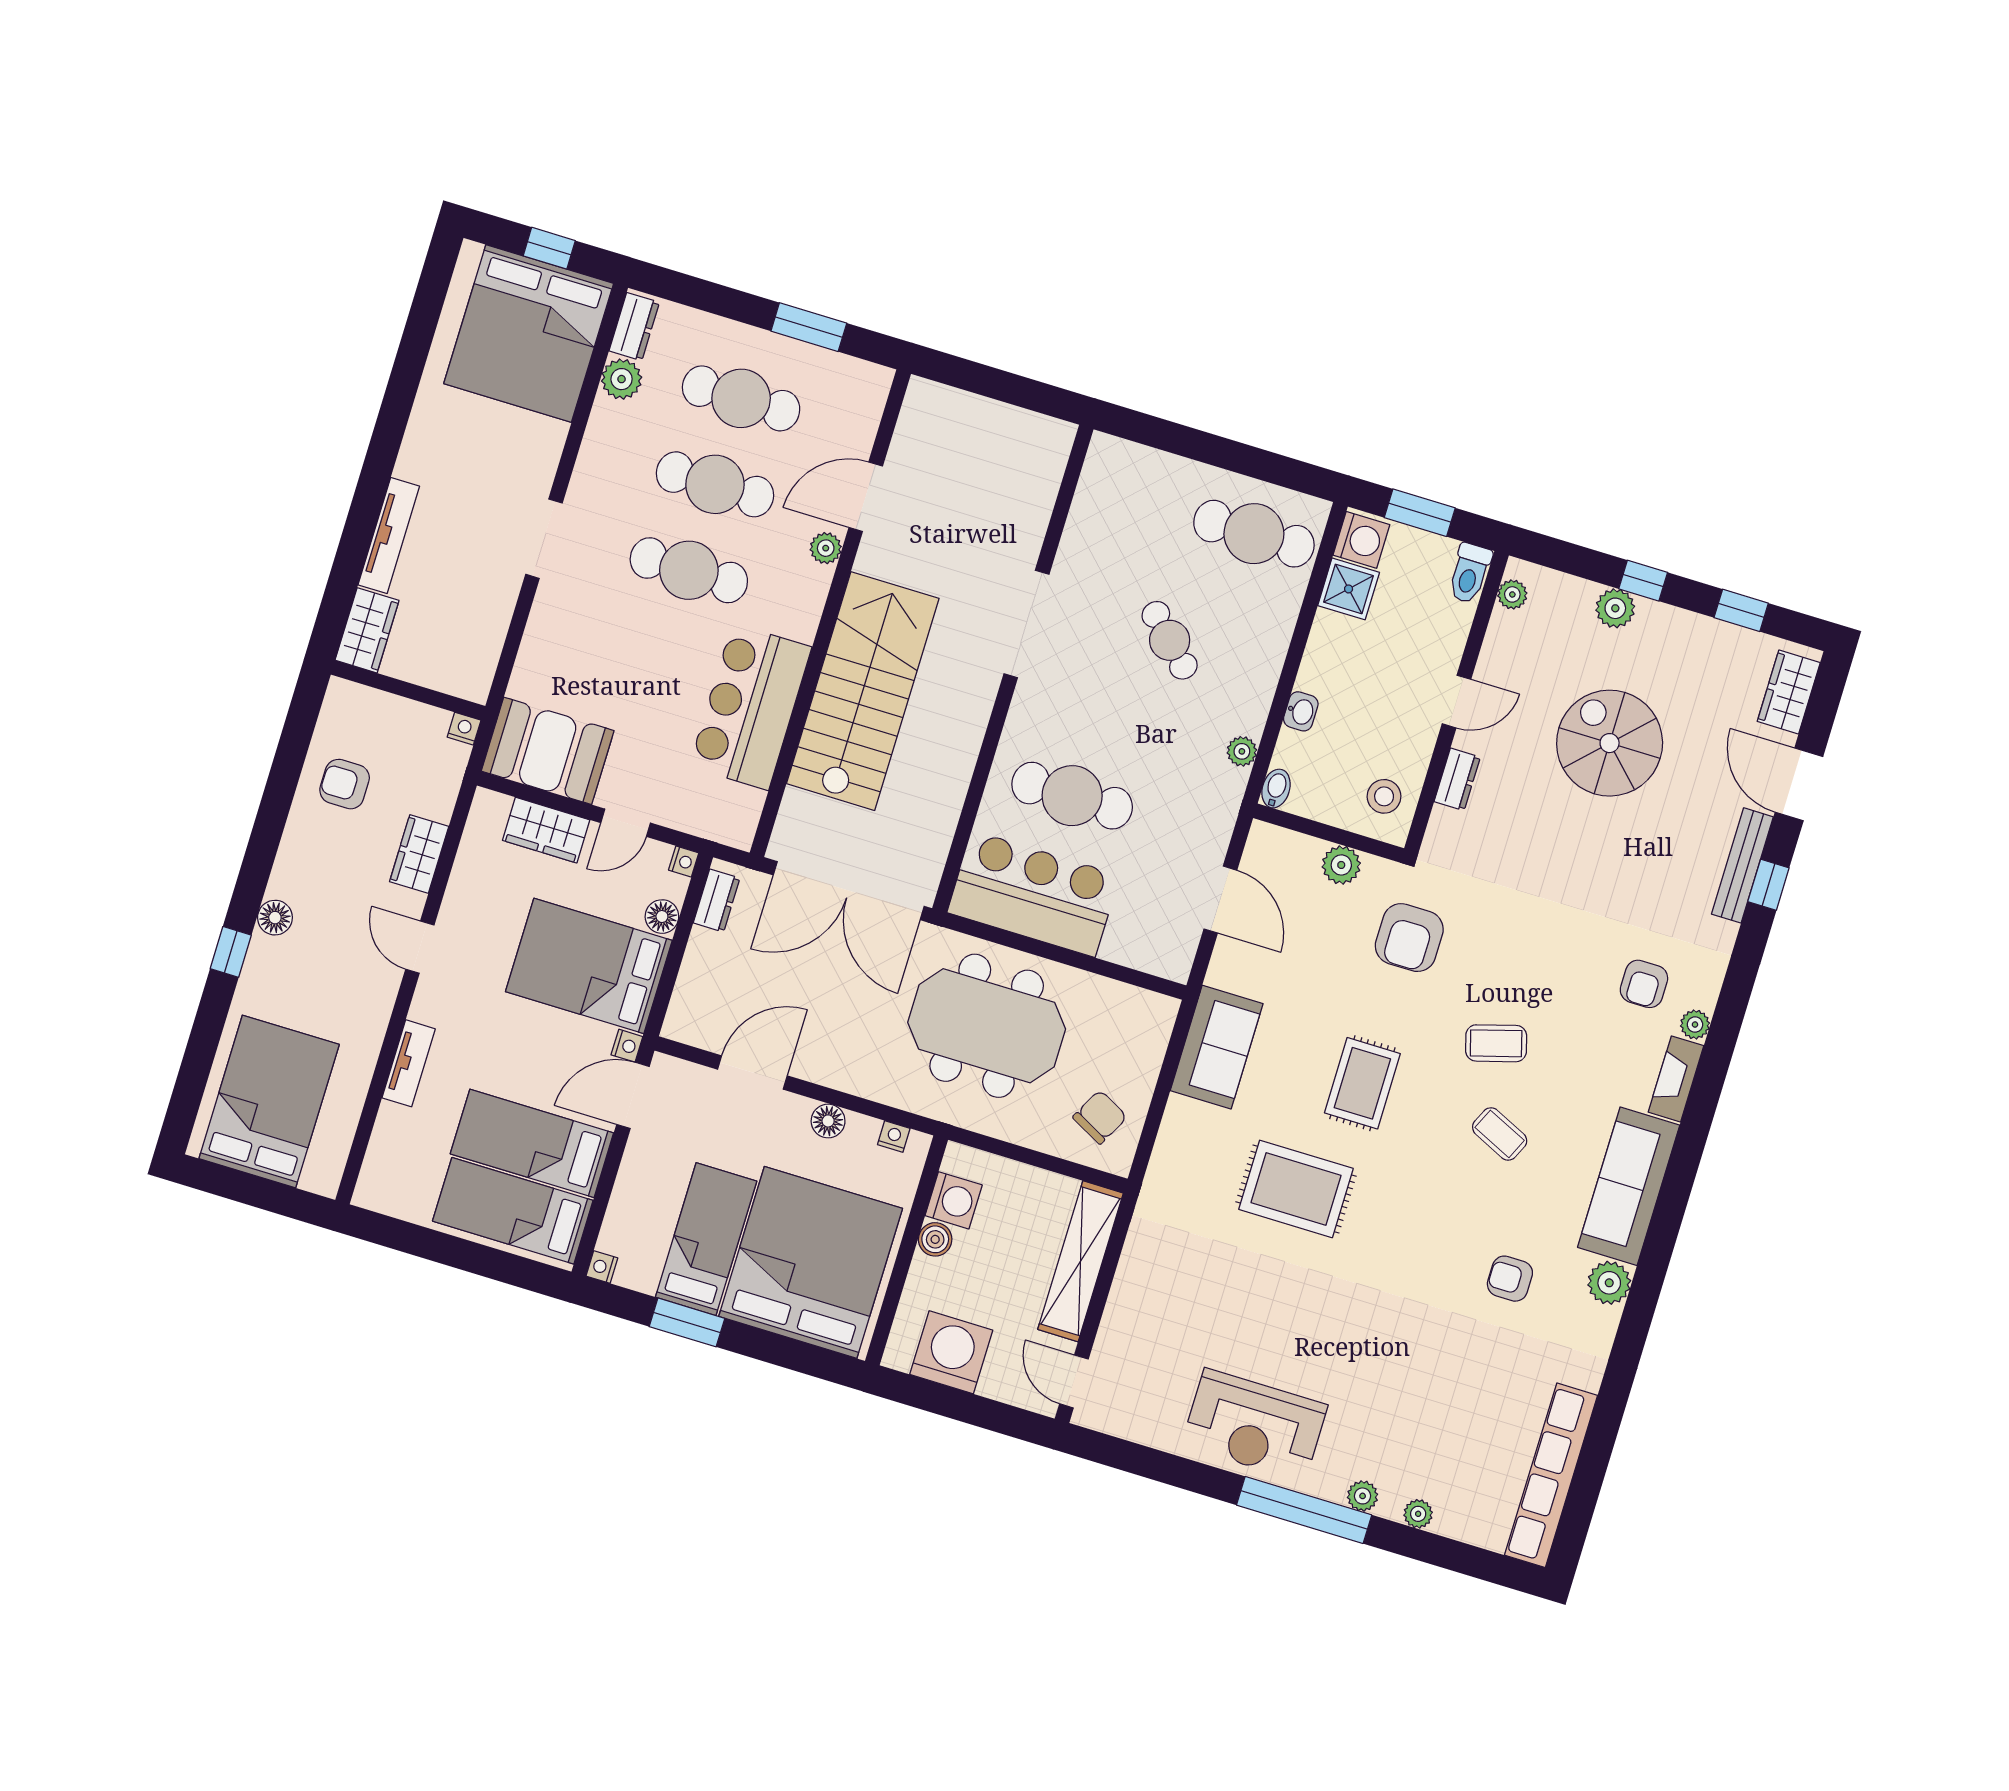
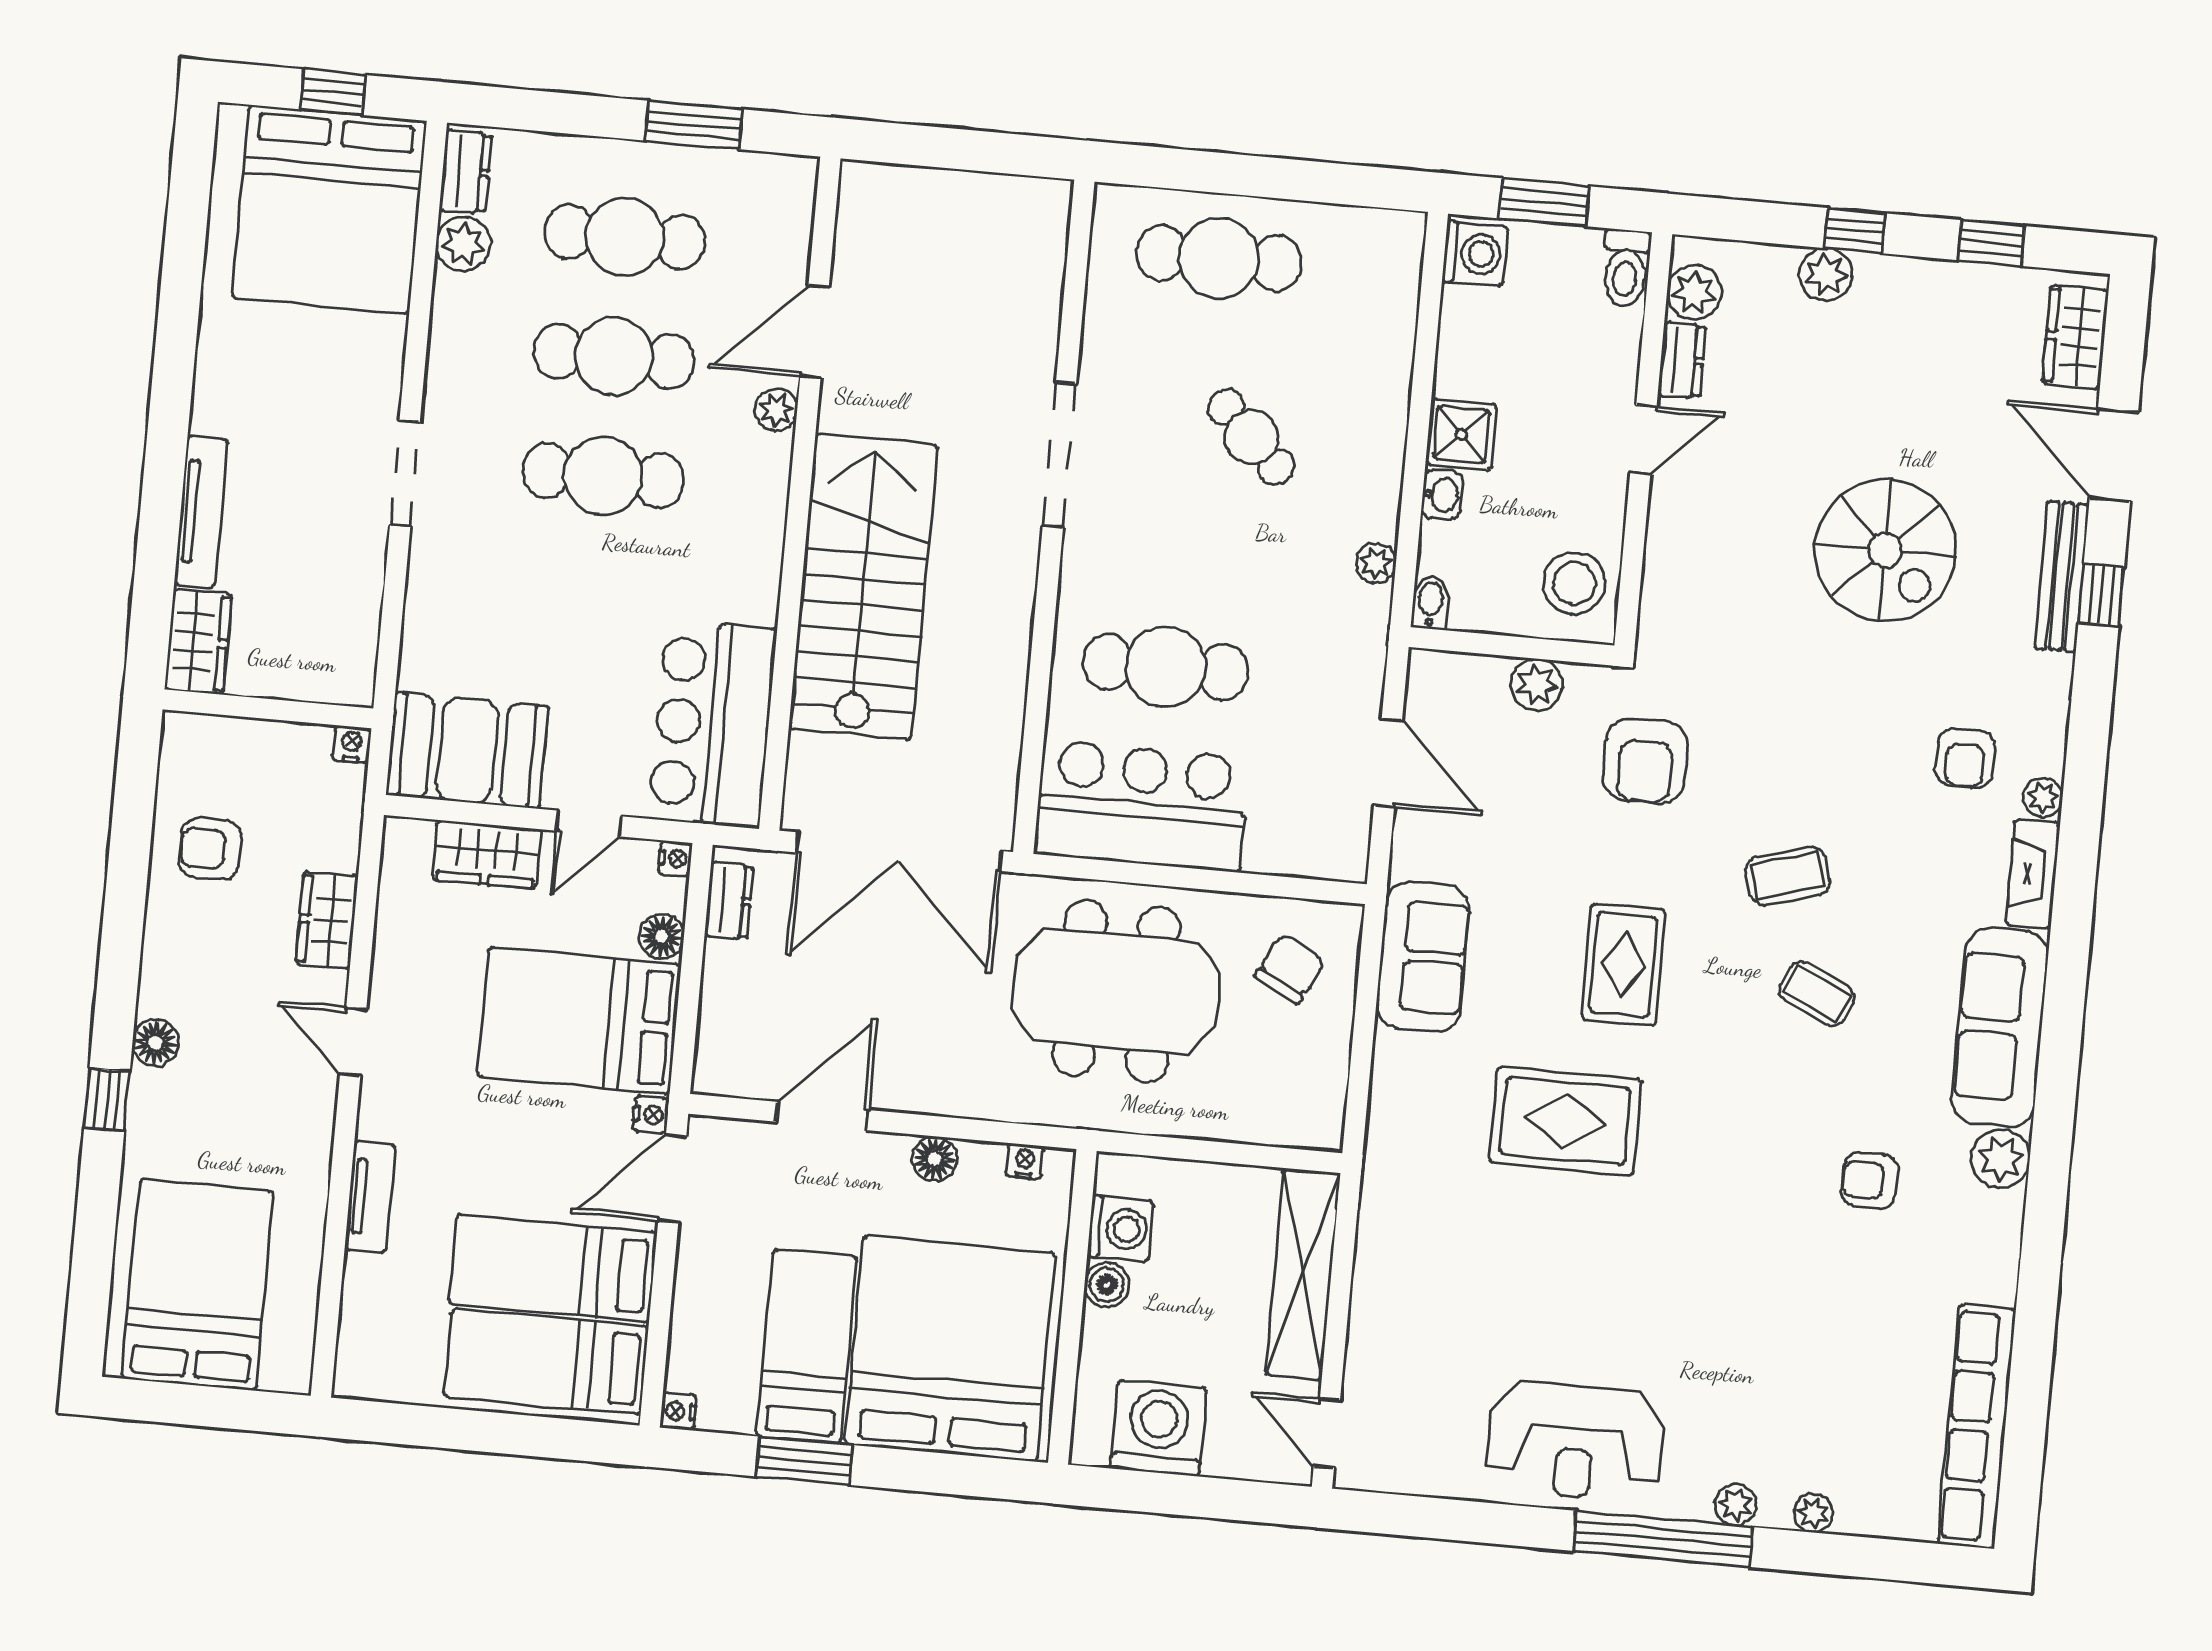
cafe table: (1254, 534) -> (1219, 258), moved
shower: (1349, 589) -> (1461, 435), moved
plant: (1512, 594) -> (1694, 292), width x1.38, depth x1.38
bar counter: (750, 707) -> (713, 724), moved
spiral stairs: (1610, 743) -> (1885, 550), moved, turned 180
dresser: (1457, 779) -> (1682, 360), moved
stool: (1384, 796) -> (1574, 583), width x1.38, depth x1.38
chair: (1100, 1117) -> (1290, 969), moved

